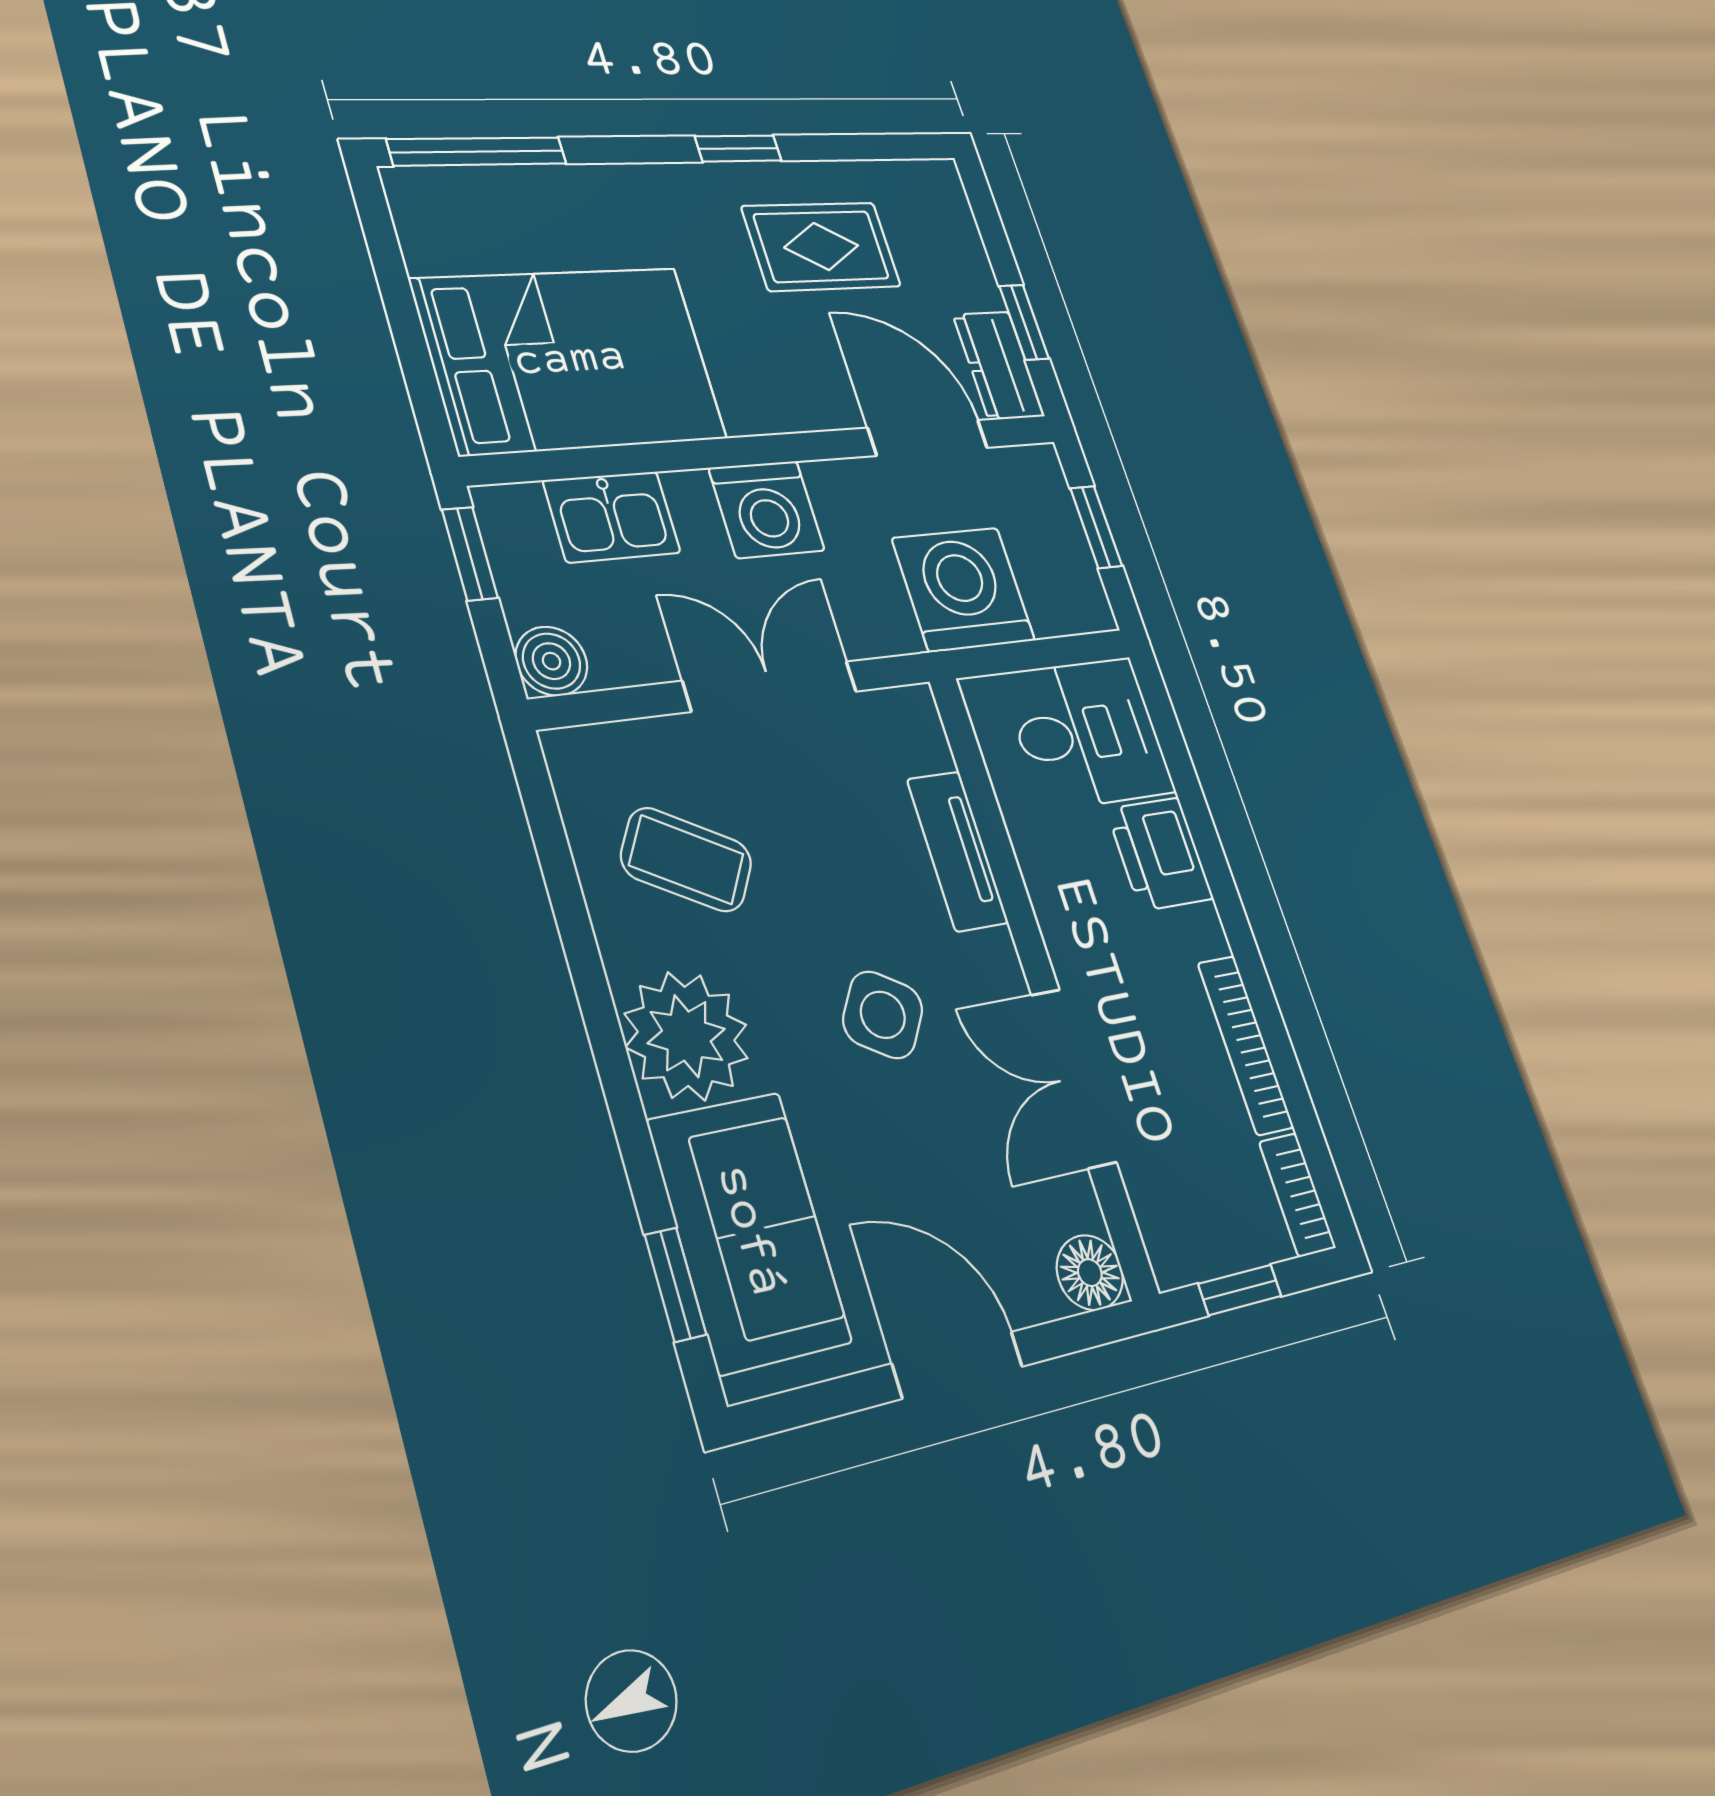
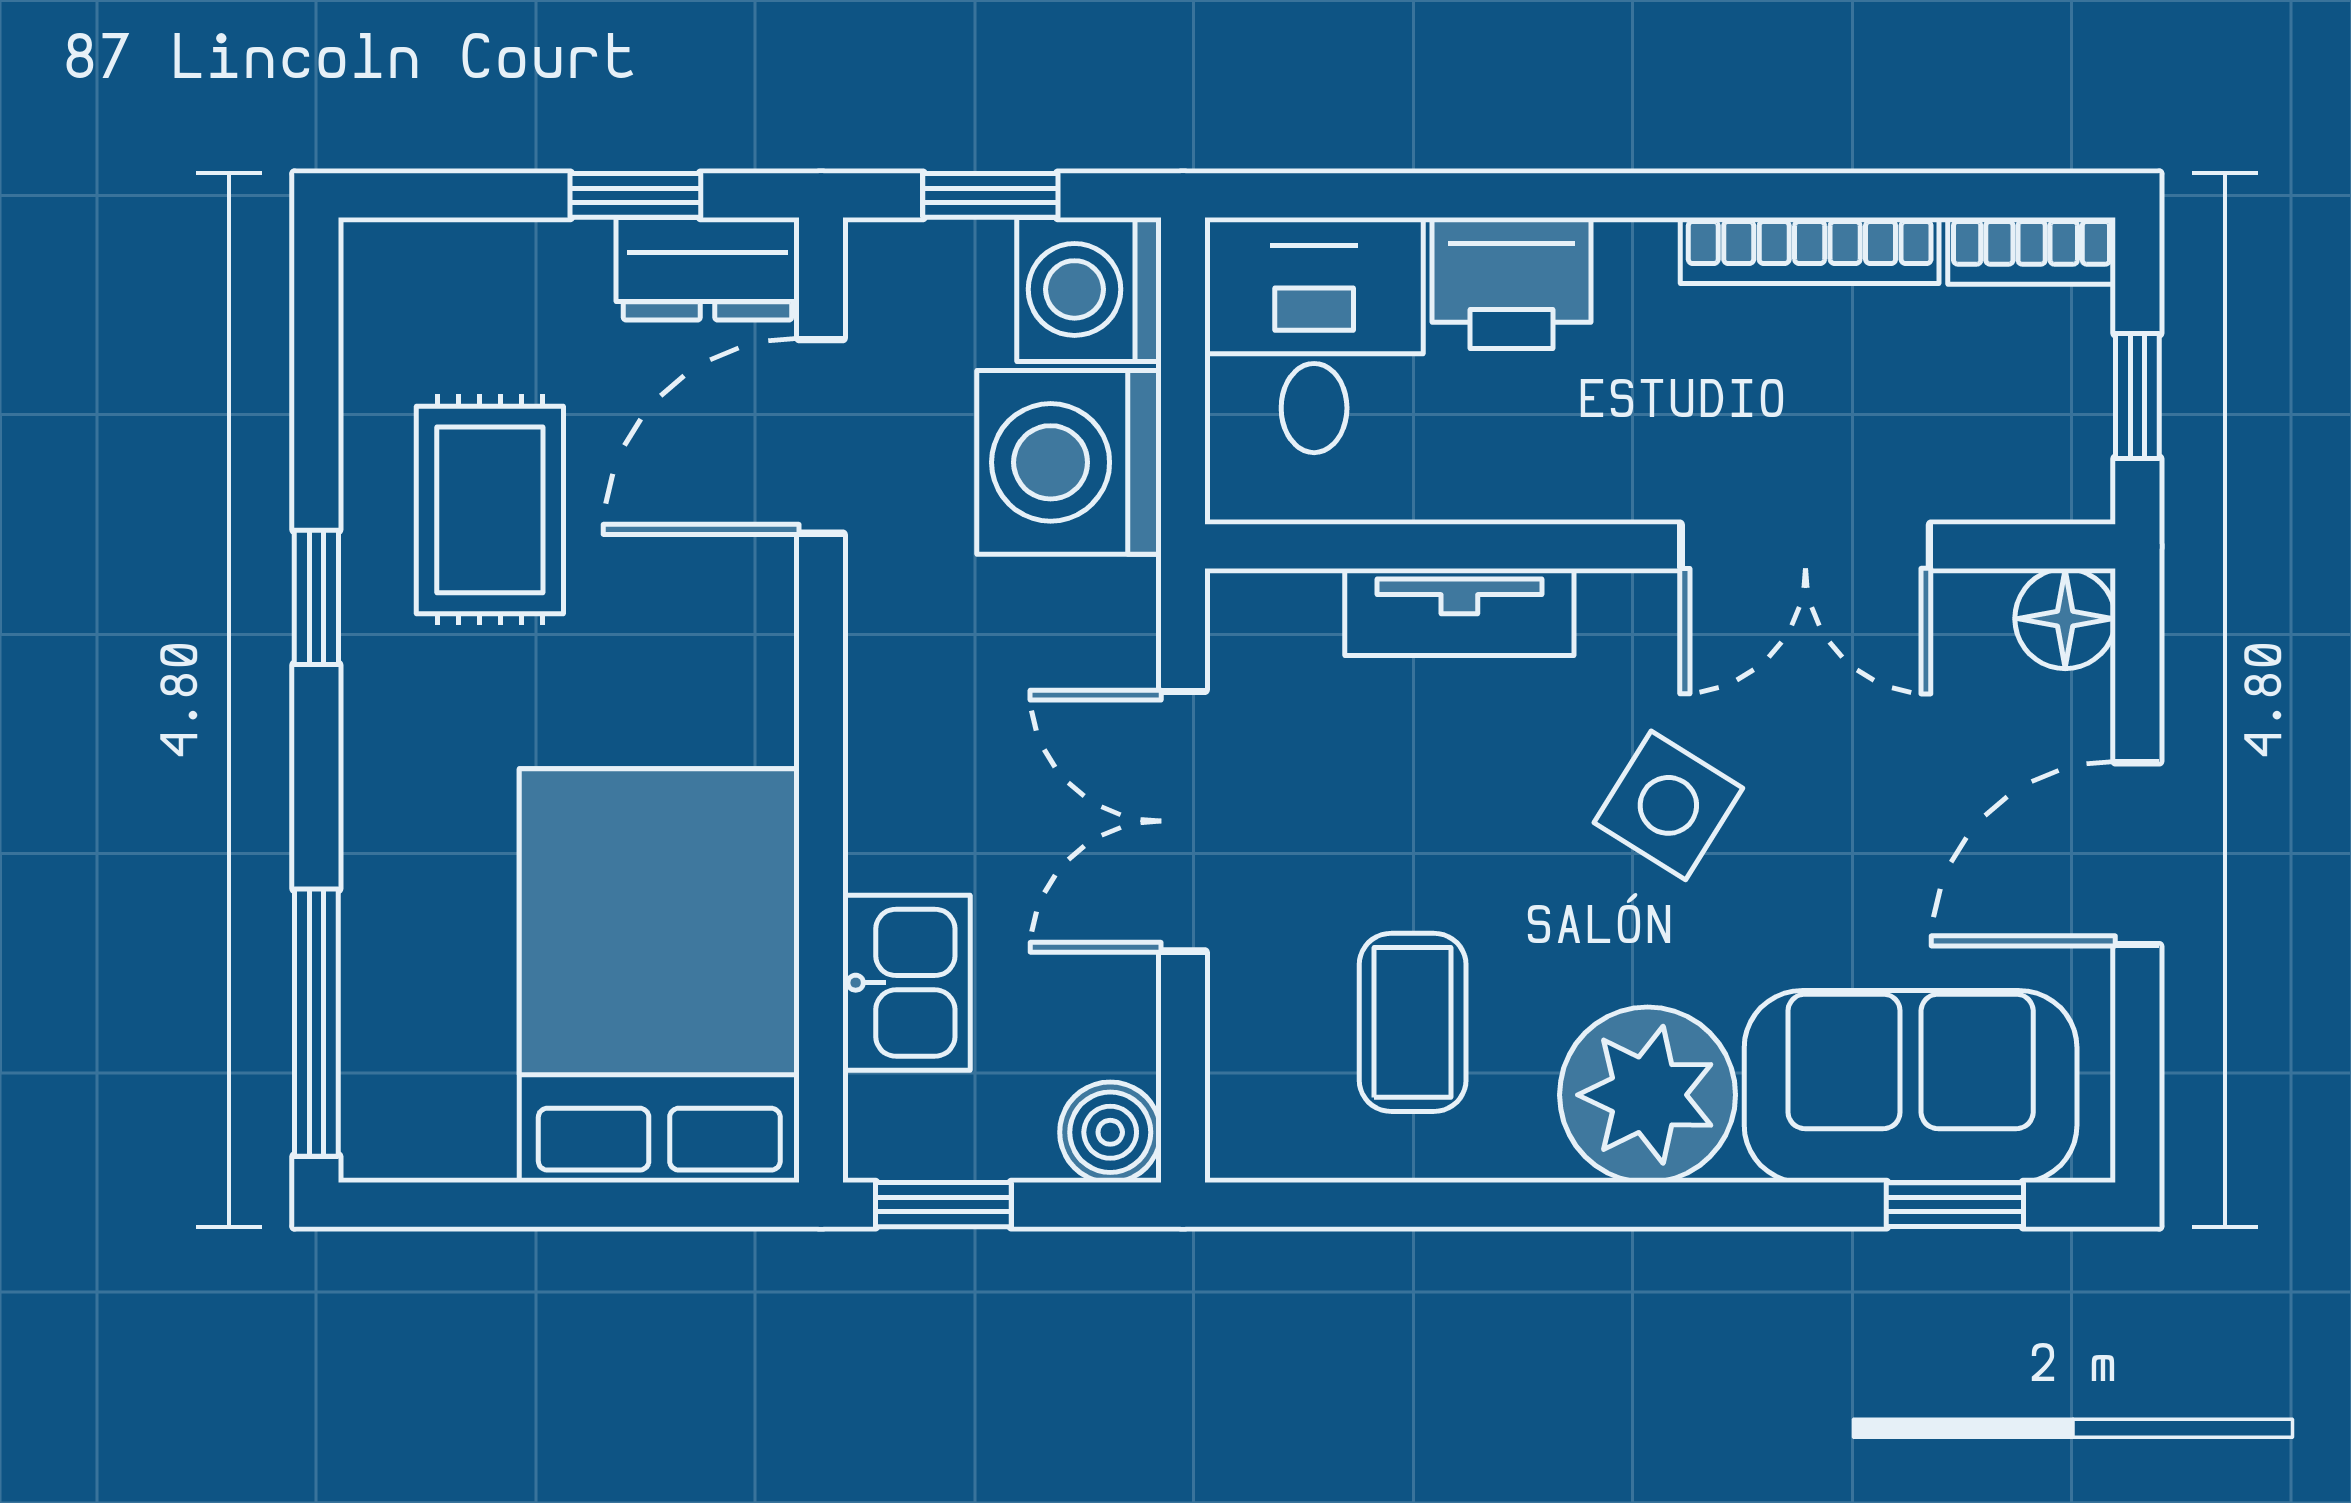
washing machine: (767, 509) -> (1089, 289), moved, turned 180
coffee table: (686, 860) -> (1413, 1022), turned -30

